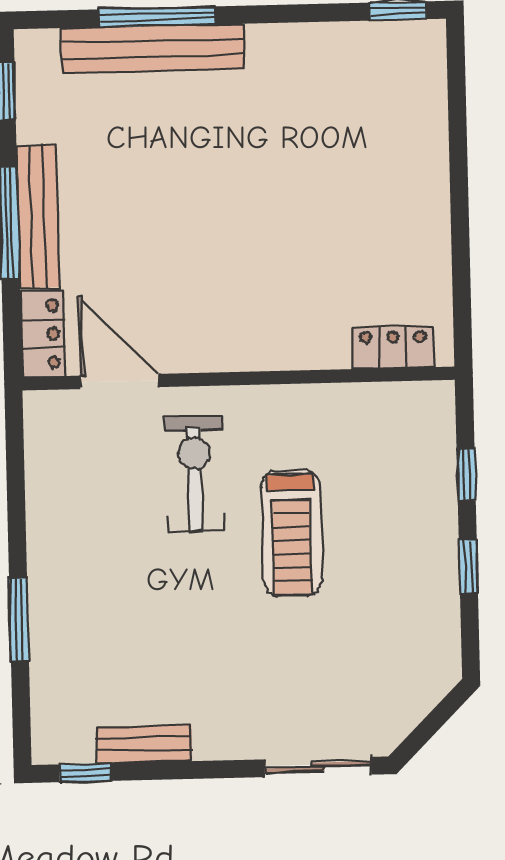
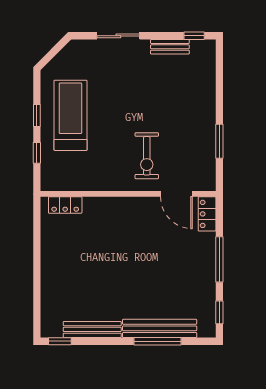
bench: (38, 216) -> (92, 329), moved, turned 90
treadmill: (292, 533) -> (70, 115), moved, width x1.37, depth x1.38
window: (19, 620) -> (219, 141), moved
sliding door: (318, 767) -> (118, 36), moved

